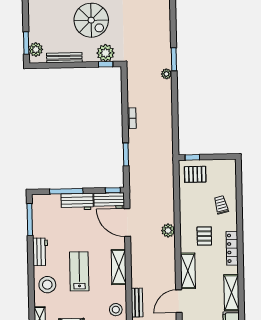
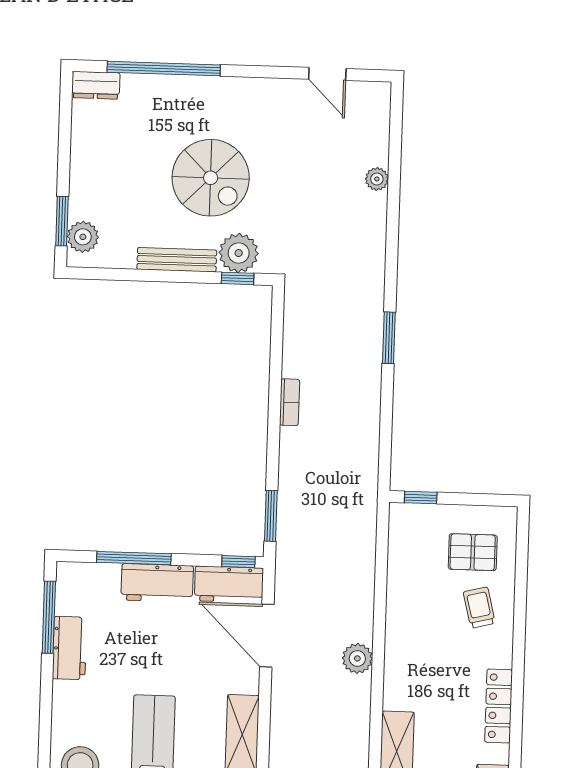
bench: (64, 58) -> (177, 260), moved
window: (174, 59) -> (389, 338), moved
plant: (166, 74) -> (377, 179), moved
window: (126, 154) -> (271, 516), moved
pallet: (195, 174) -> (473, 552), moved
pallet: (204, 236) -> (438, 675), removed
workbench: (40, 252) -> (70, 648), moved

